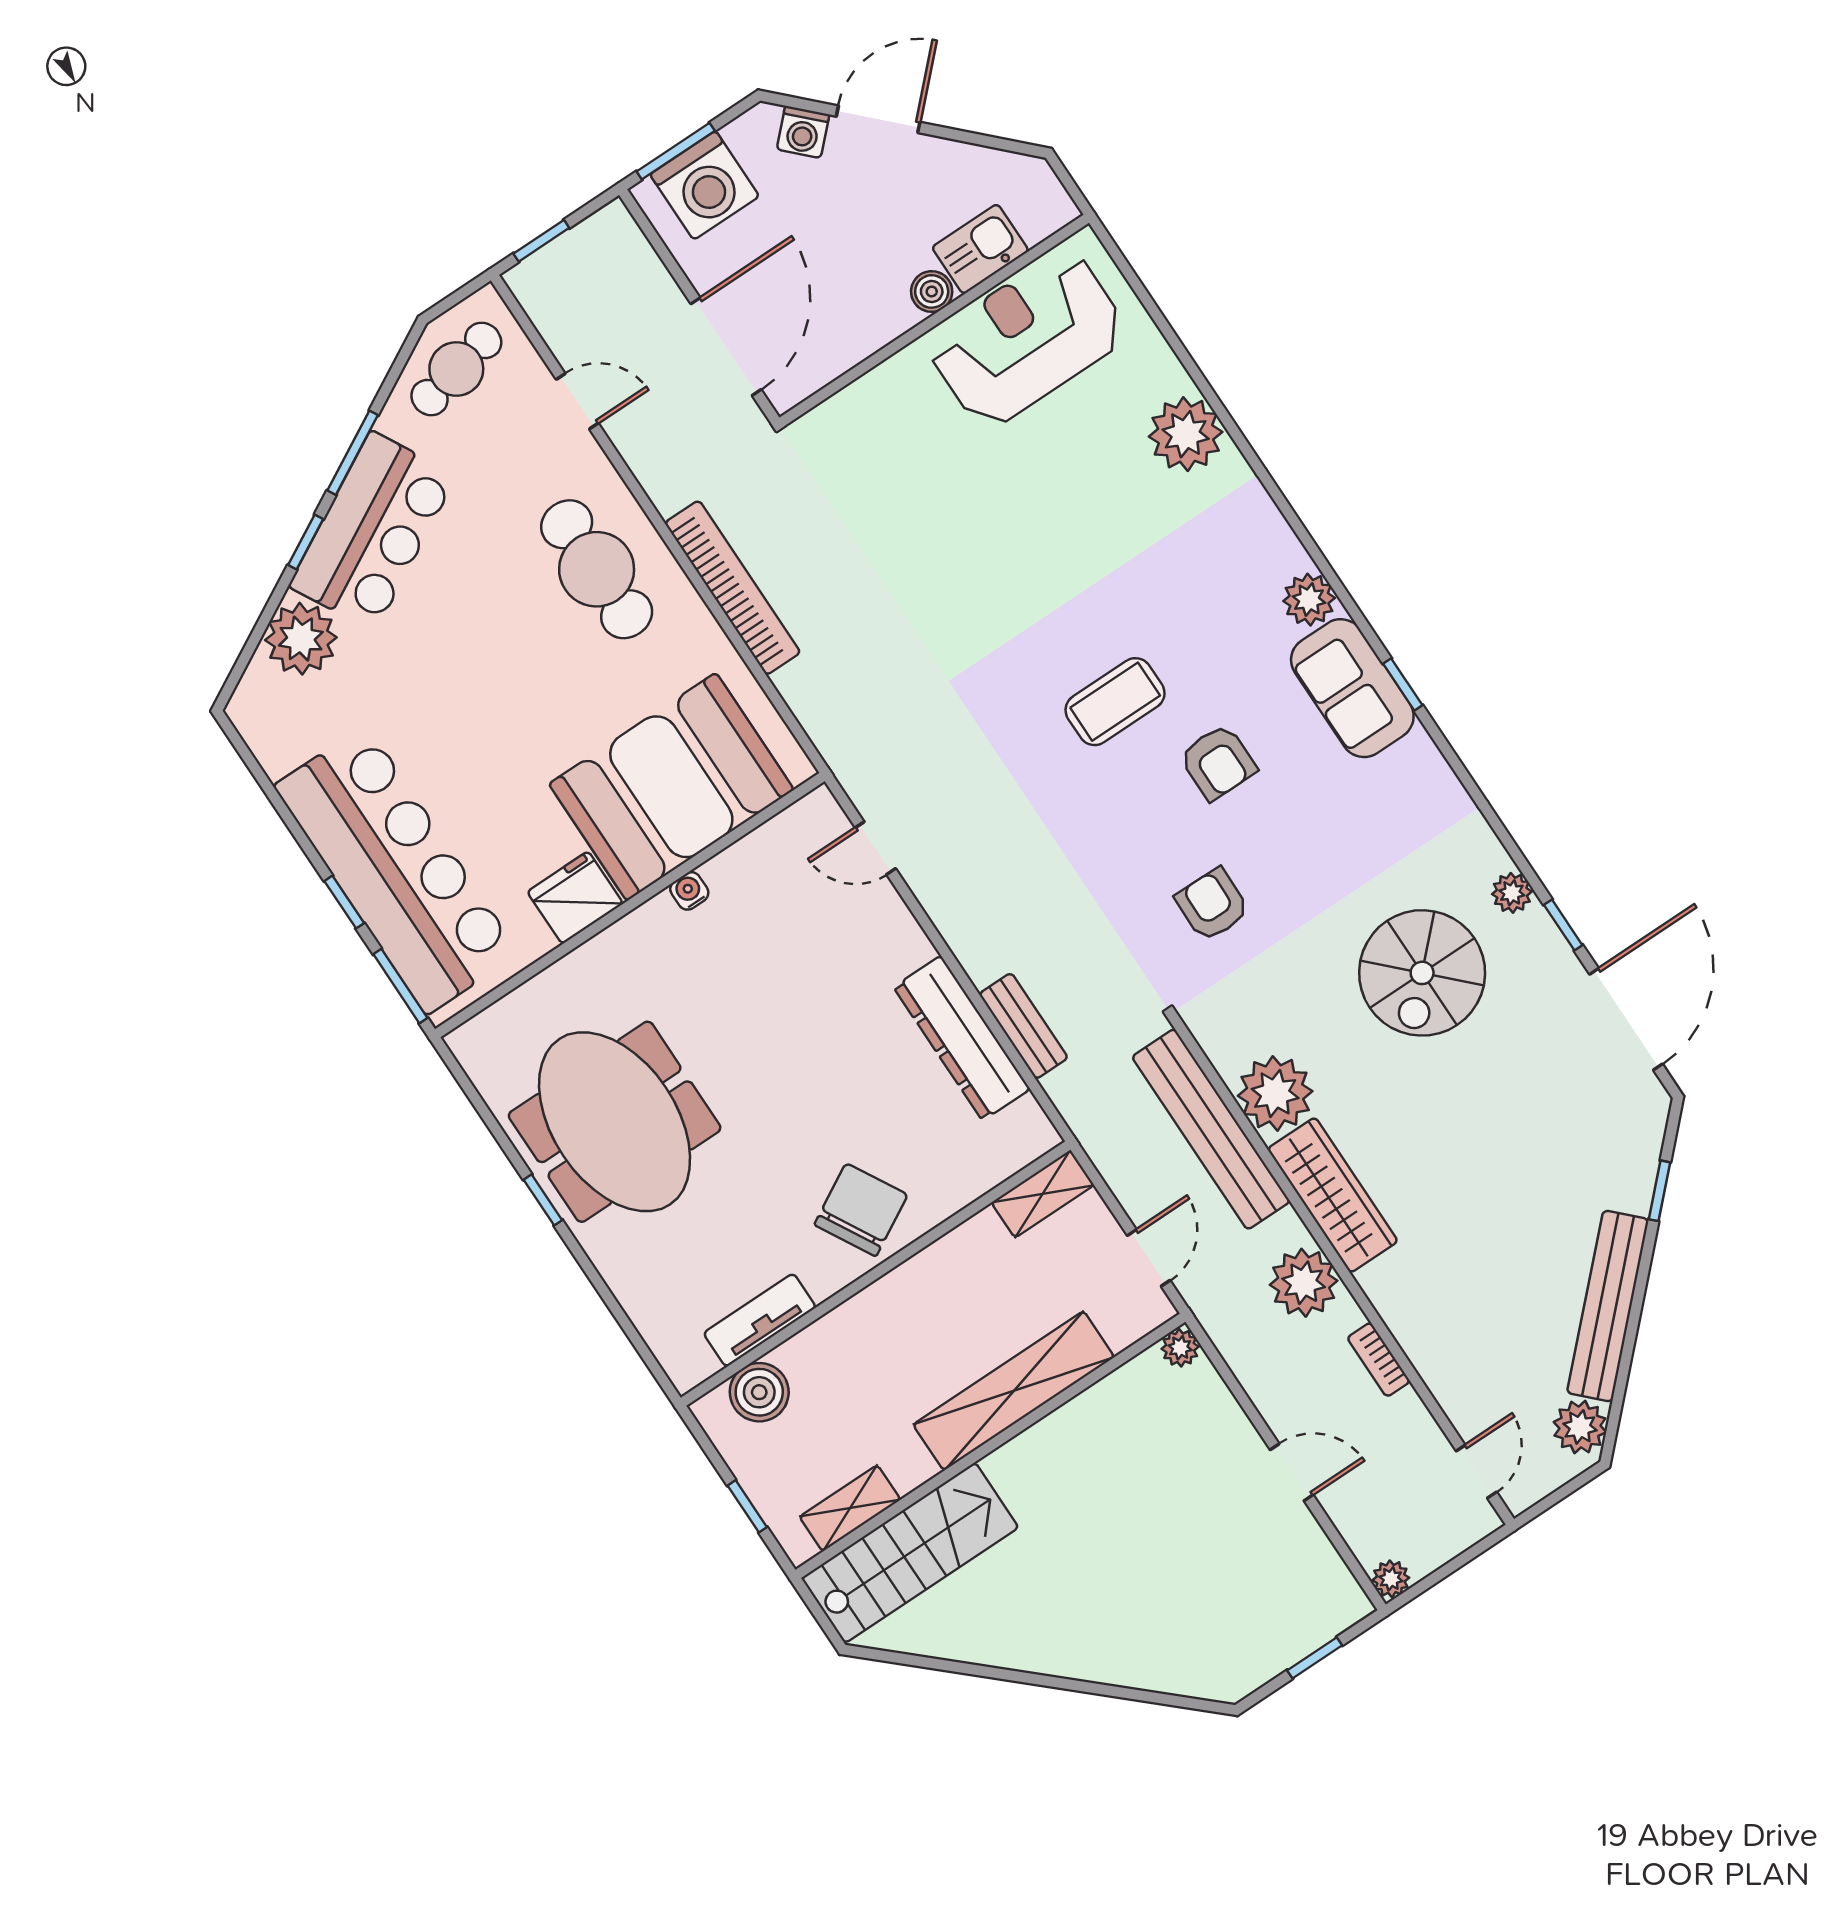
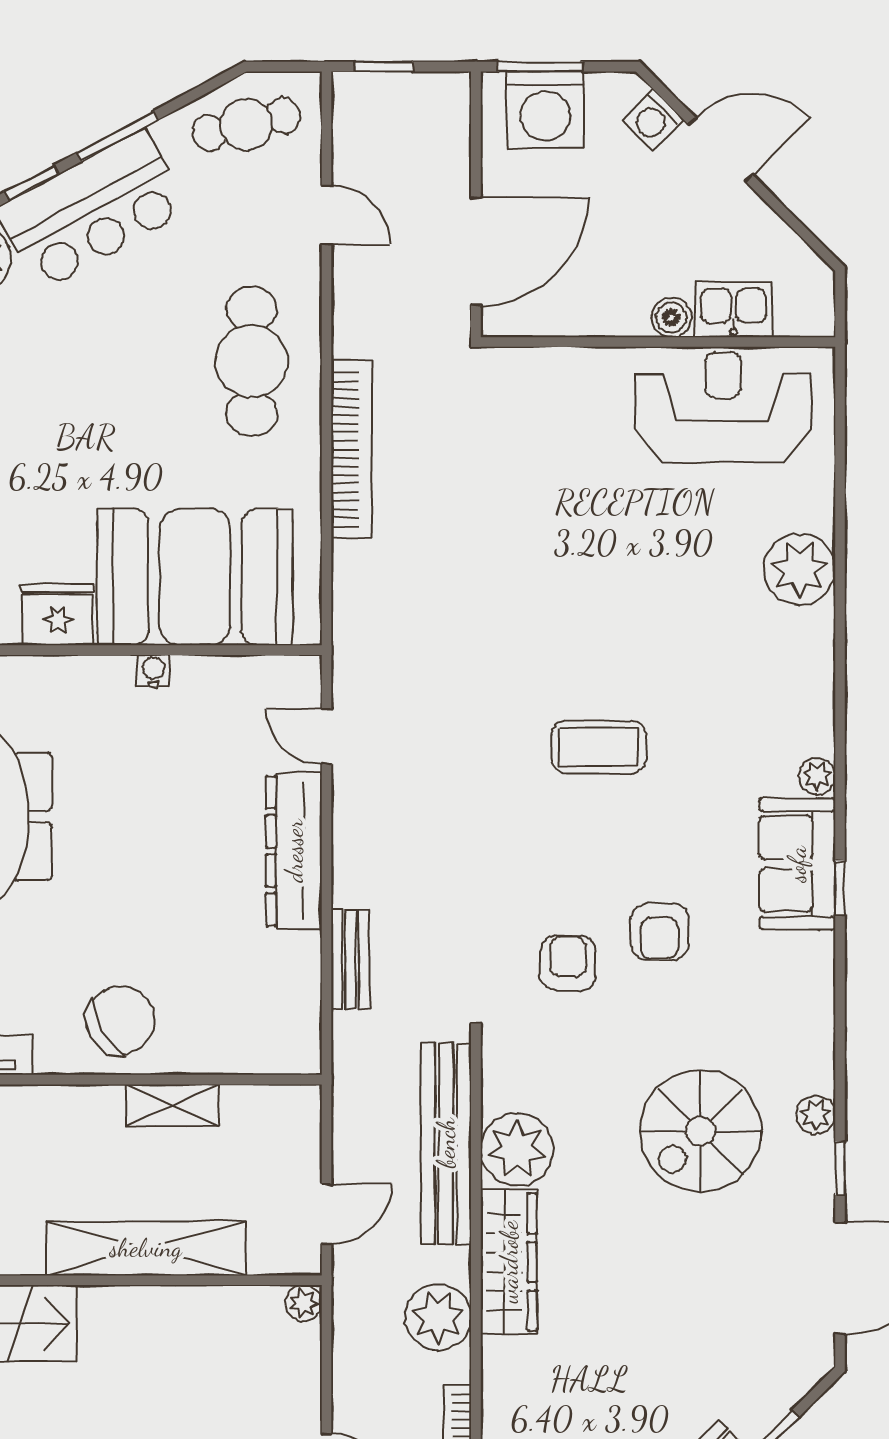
plant: (1309, 600) -> (817, 776), width x0.73, depth x0.73
armchair: (1218, 762) -> (659, 931), moved
dresser: (962, 1038) -> (294, 851), moved
shelving: (1043, 1194) -> (172, 1105), moved

